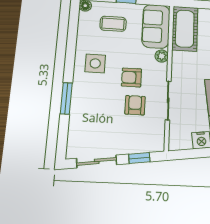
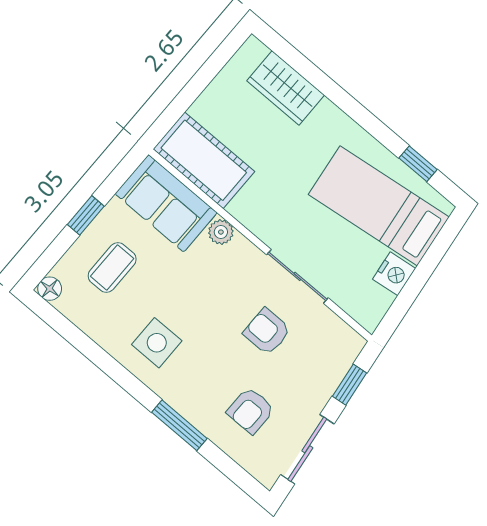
armchair: (131, 77) -> (251, 411), moved

